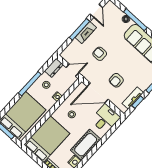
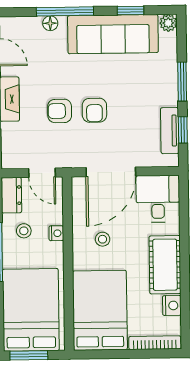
door: (72, 70) -> (42, 173), swing flipped
armchair: (116, 80) -> (94, 110), moved

